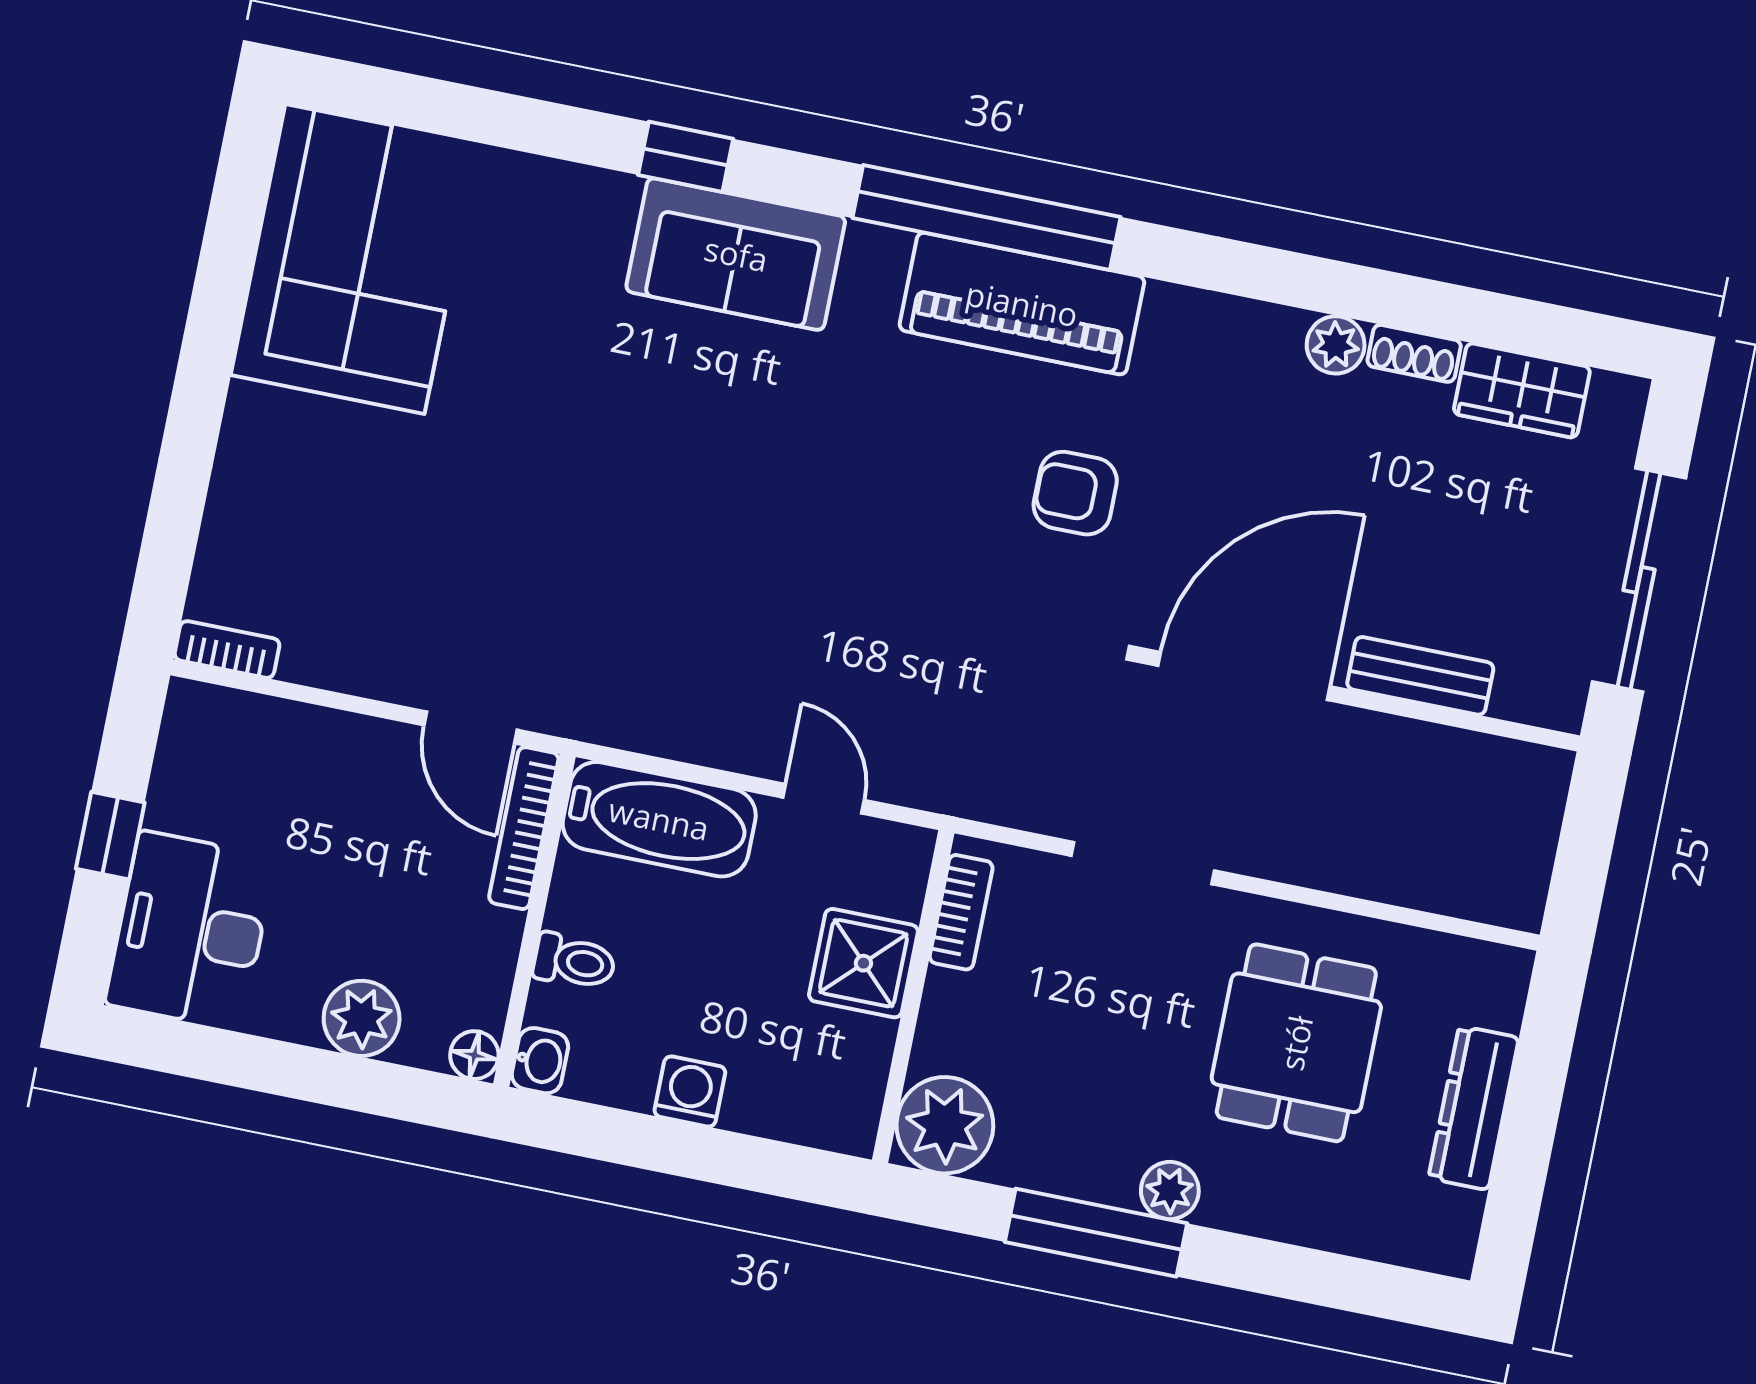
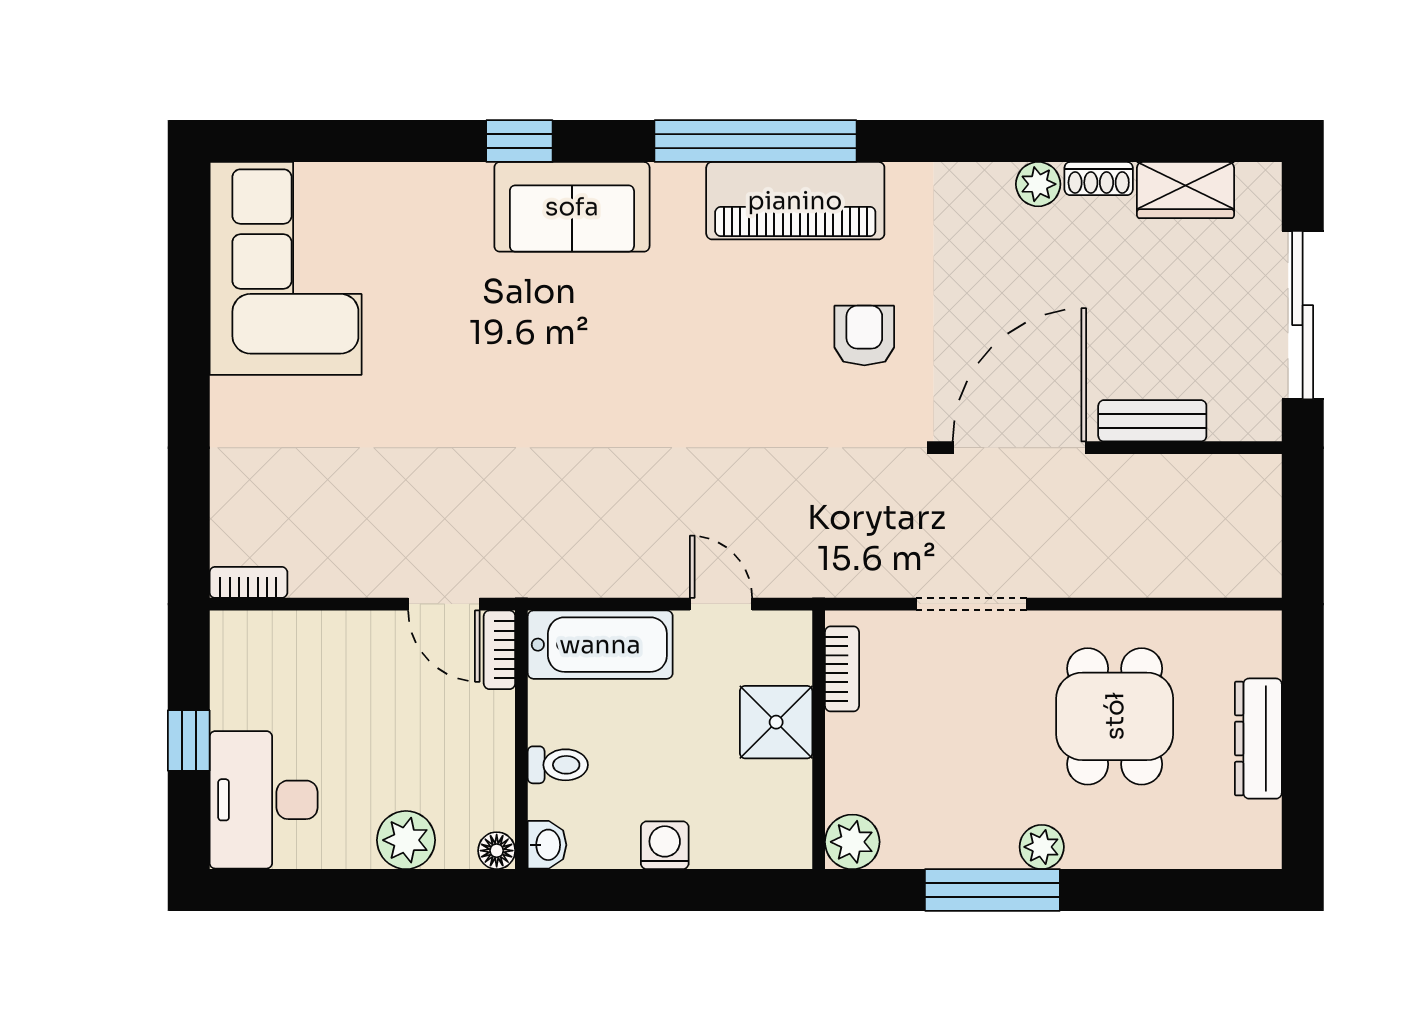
armchair: (1075, 493) -> (864, 335), turned 90
bookcase: (524, 828) -> (499, 650), width x0.64
plant: (945, 1125) -> (852, 842), width x0.73, depth x0.73

